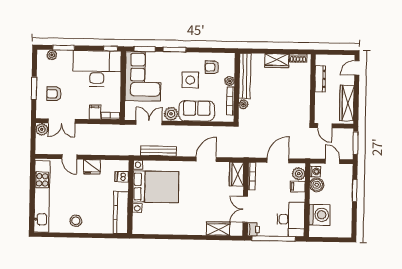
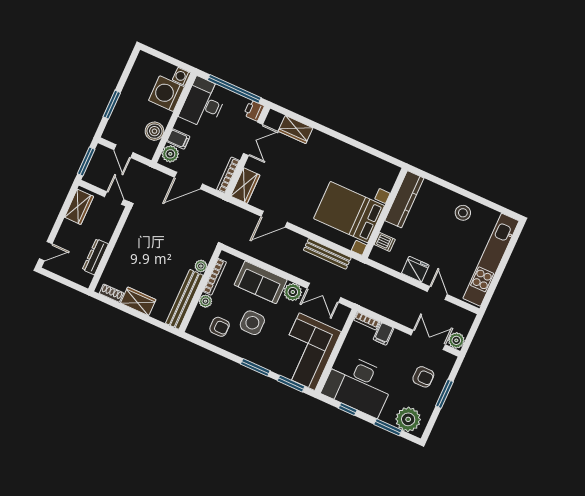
window: (111, 48) -> (348, 409), moved
plant: (52, 55) -> (408, 419), width x1.87, depth x1.87
wardrobe: (347, 103) -> (79, 207), width x0.67
washing machine: (315, 172) -> (182, 76), moved

